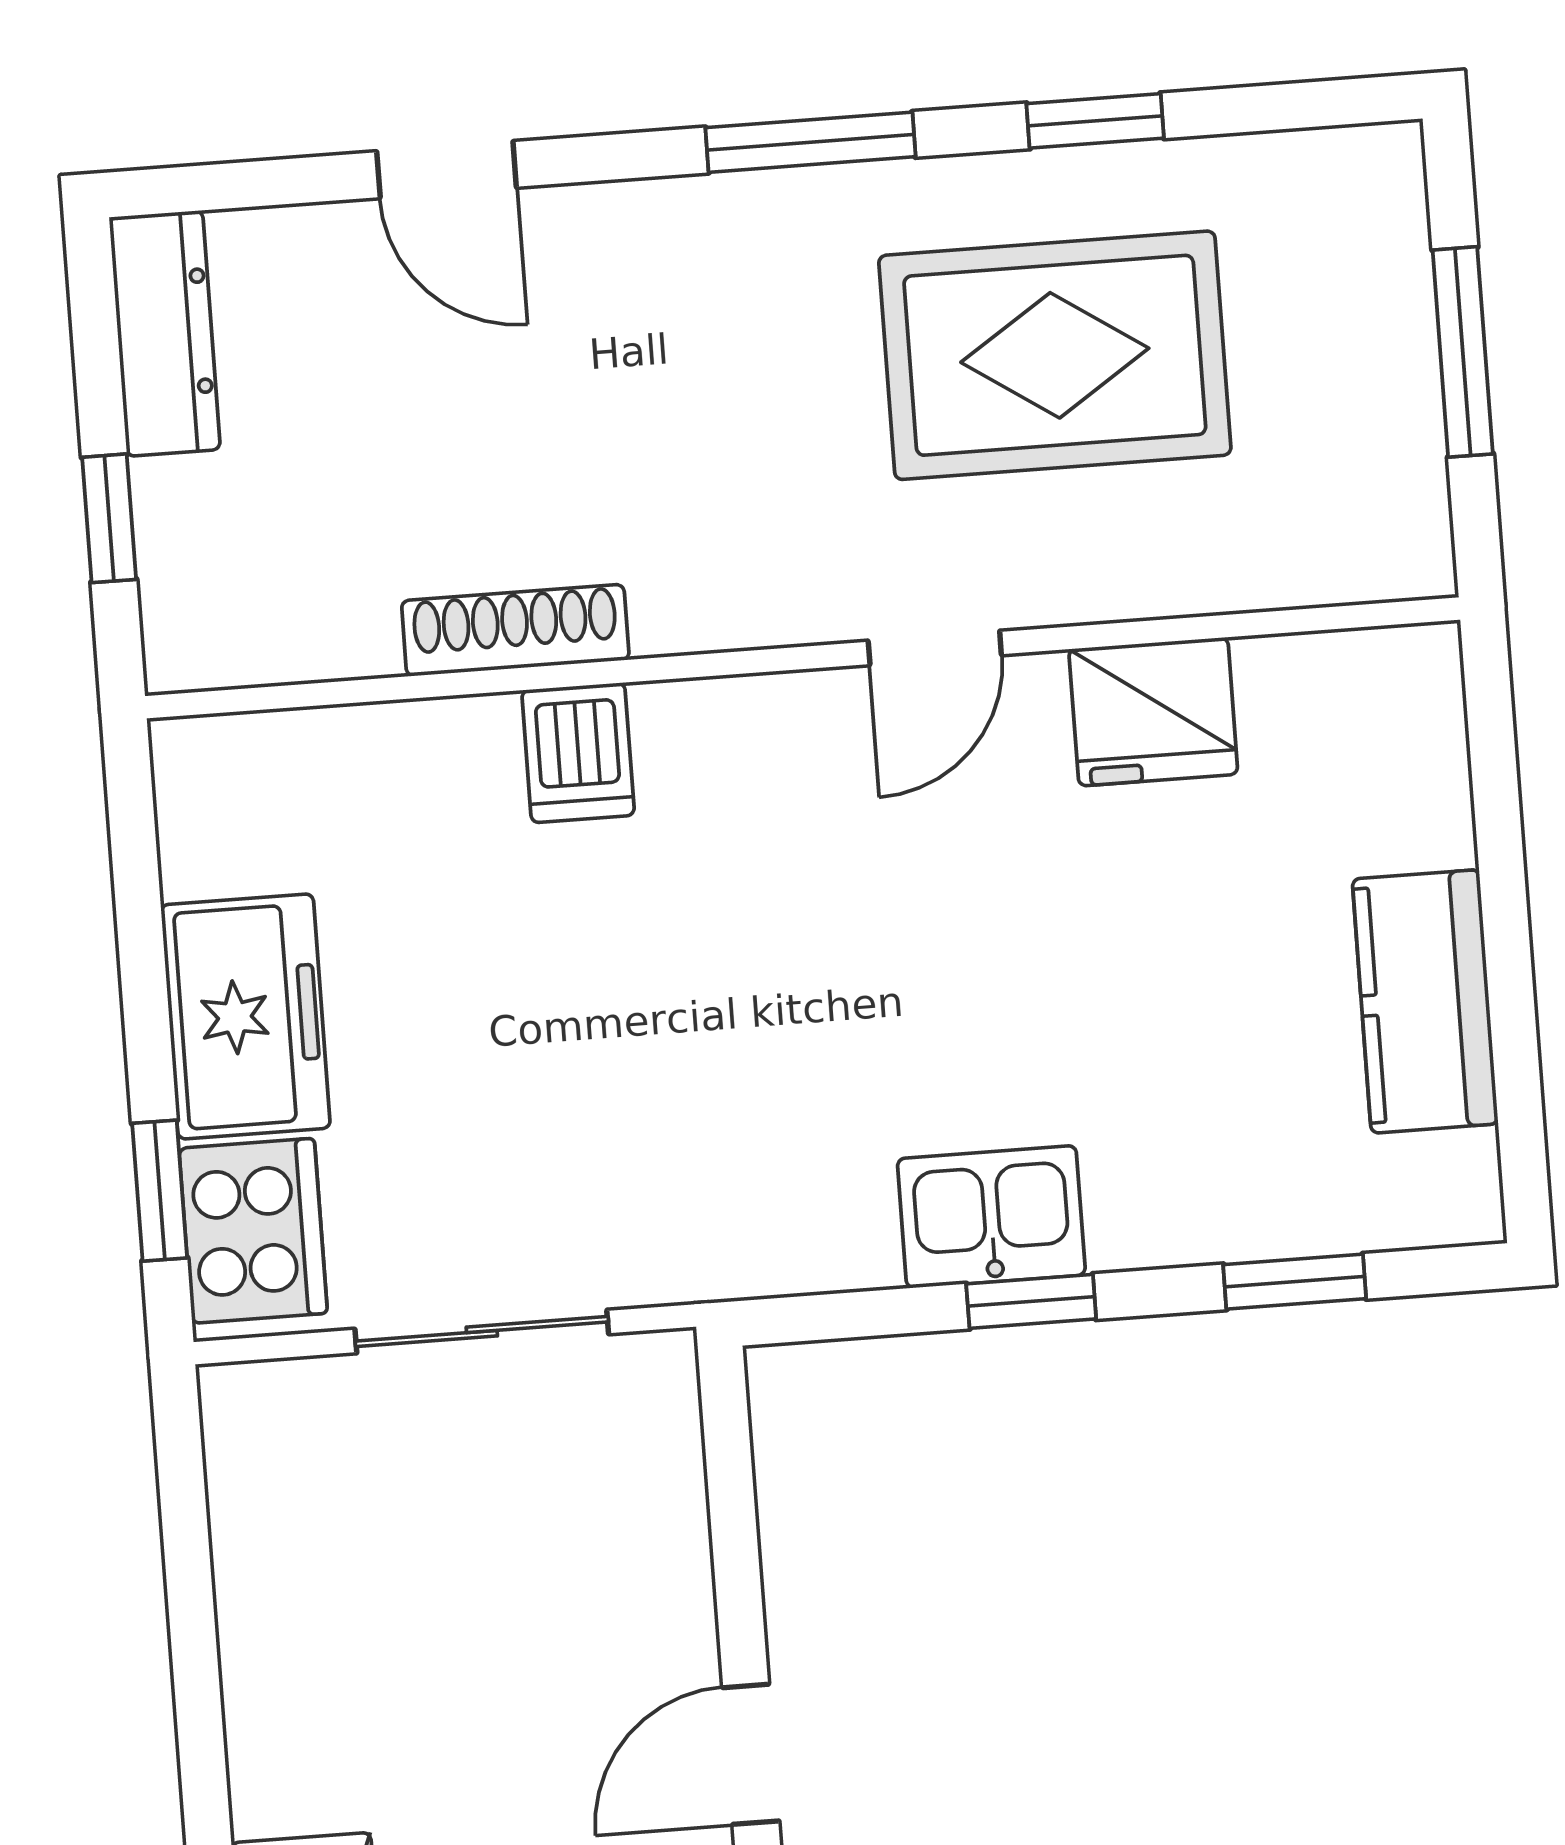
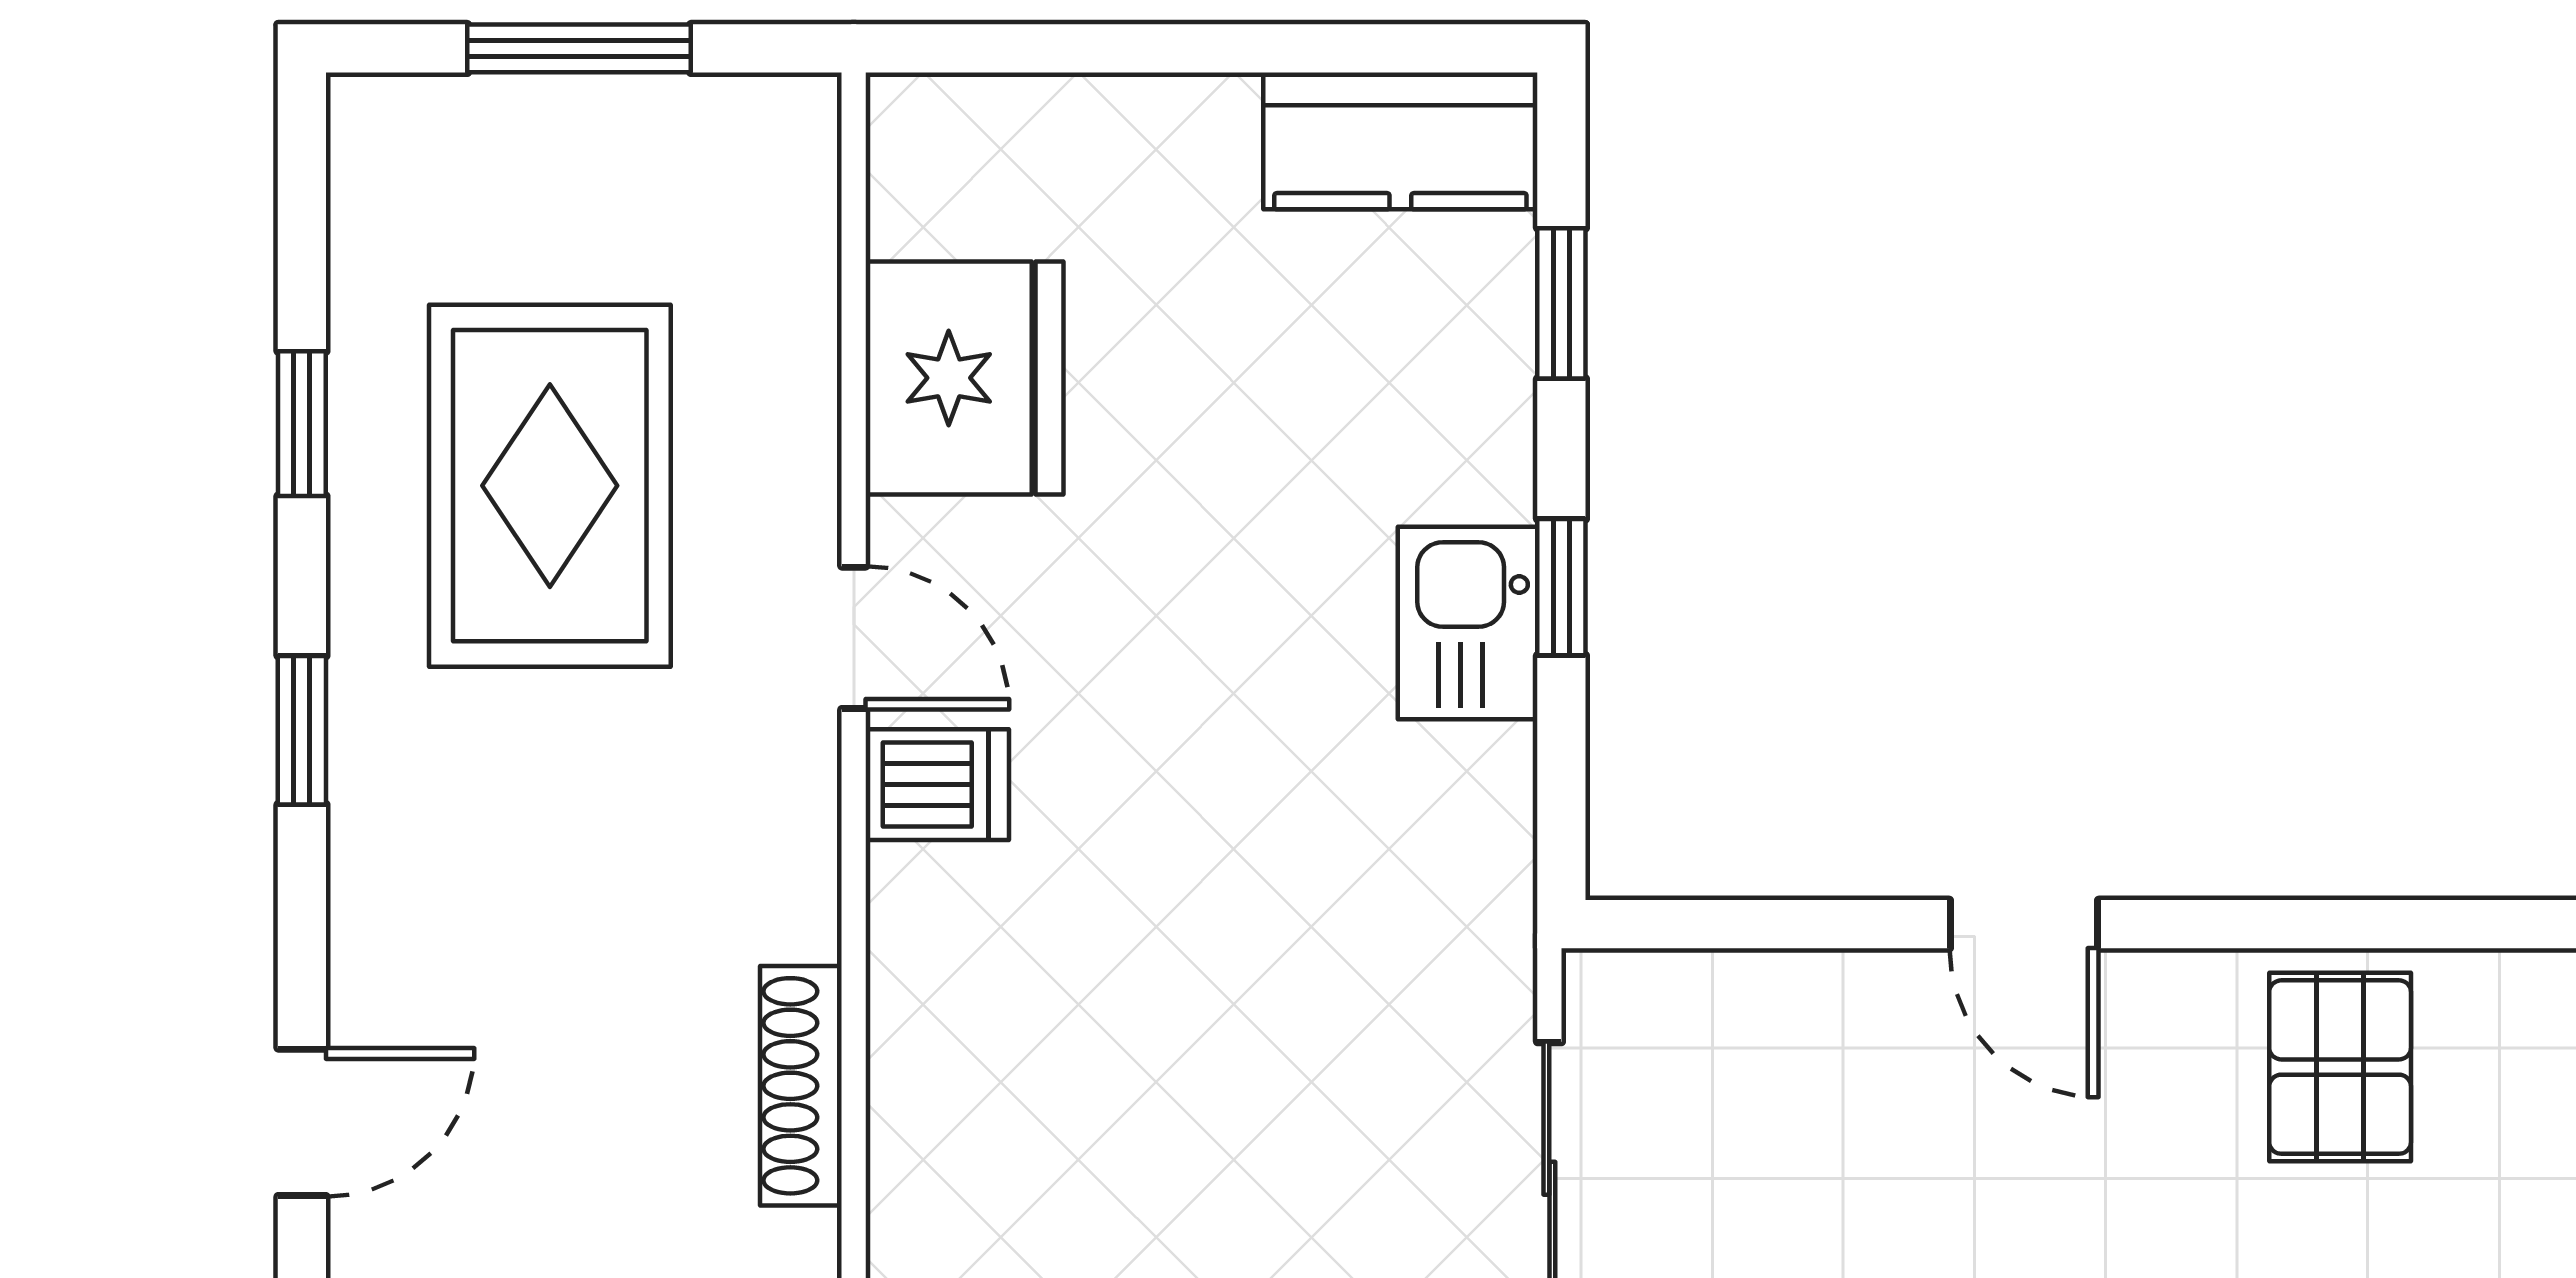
window: (810, 142) -> (302, 730), width x0.67
fridge: (1153, 712) -> (965, 378), width x1.36, depth x1.34
dishwasher: (578, 753) -> (937, 785), moved
kitchen counter: (1425, 1001) -> (1400, 141), moved

